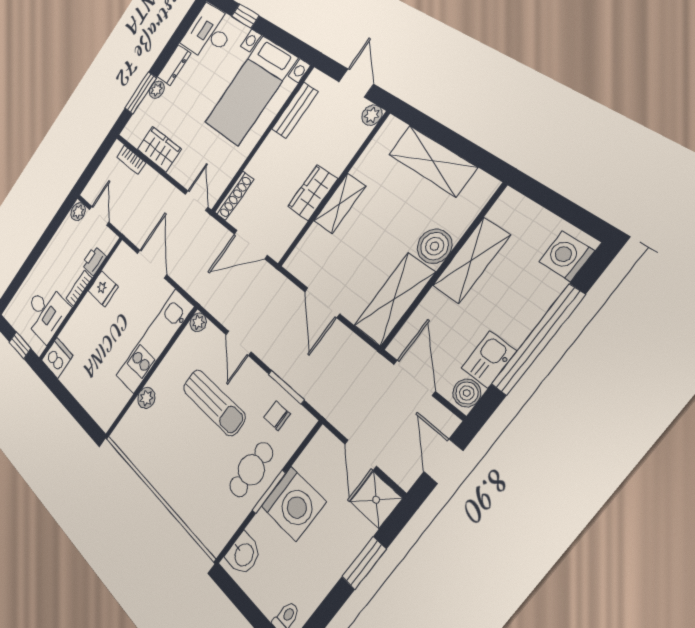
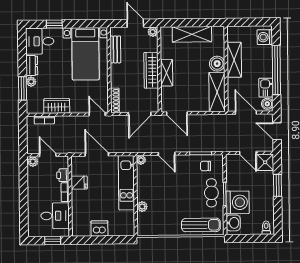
wardrobe: (313, 193) -> (151, 70), width x1.50
door: (322, 303) -> (177, 113), moved
dishwasher: (57, 358) -> (99, 228), moved
sun lounger: (214, 402) -> (201, 225), moved
washing machine: (293, 504) -> (238, 202), moved

